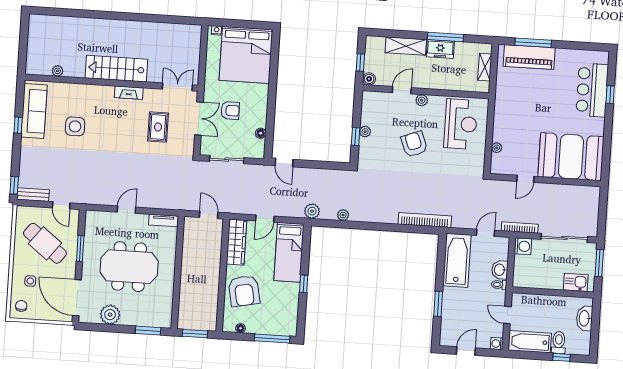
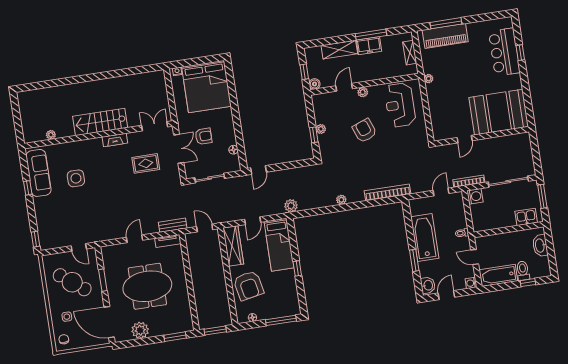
reception desk: (461, 124) -> (400, 105), turned 180
rug: (158, 127) -> (146, 163), turned 90
plant: (497, 148) -> (429, 79), moved
door: (284, 162) -> (258, 170), hinge flipped
bench: (33, 195) -> (173, 225), moved
plant: (343, 215) -> (341, 200), moved
bathtub: (457, 260) -> (425, 237), moved
washbasin: (500, 270) -> (428, 285), moved, turned 180

